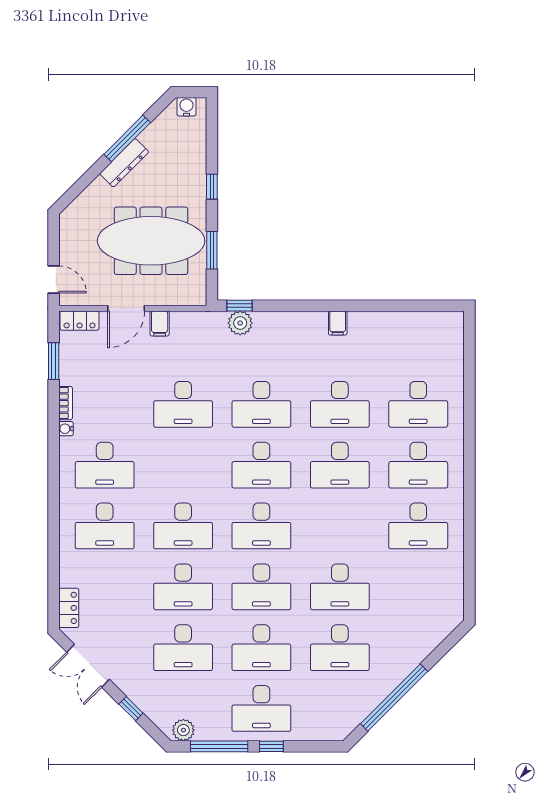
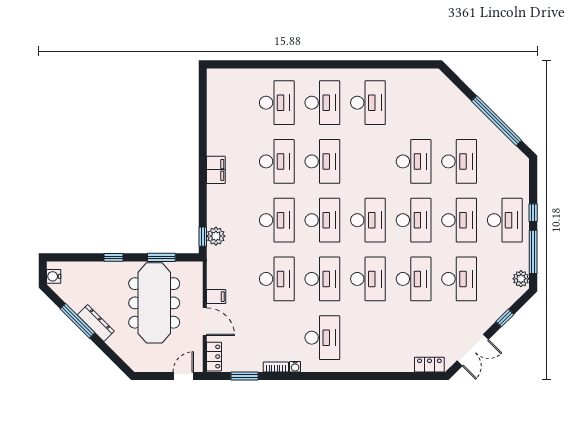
filing cabinet: (338, 323) -> (216, 170), width x2.00
desk: (105, 526) -> (322, 279), moved

